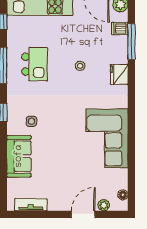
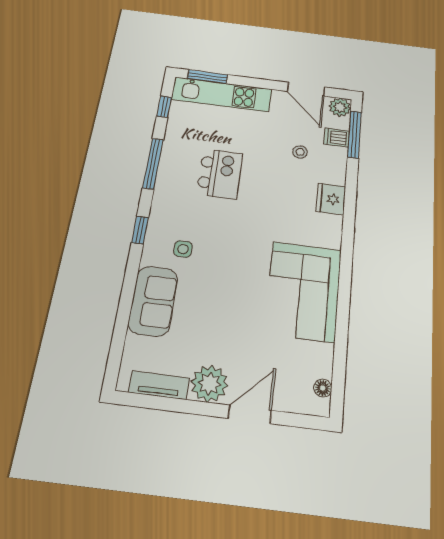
window: (131, 42) -> (354, 134), moved
kitchen island: (35, 64) -> (220, 174), moved
stool: (80, 66) -> (300, 152), moved
plant: (104, 205) -> (209, 384), moved, width x1.87, depth x1.87

